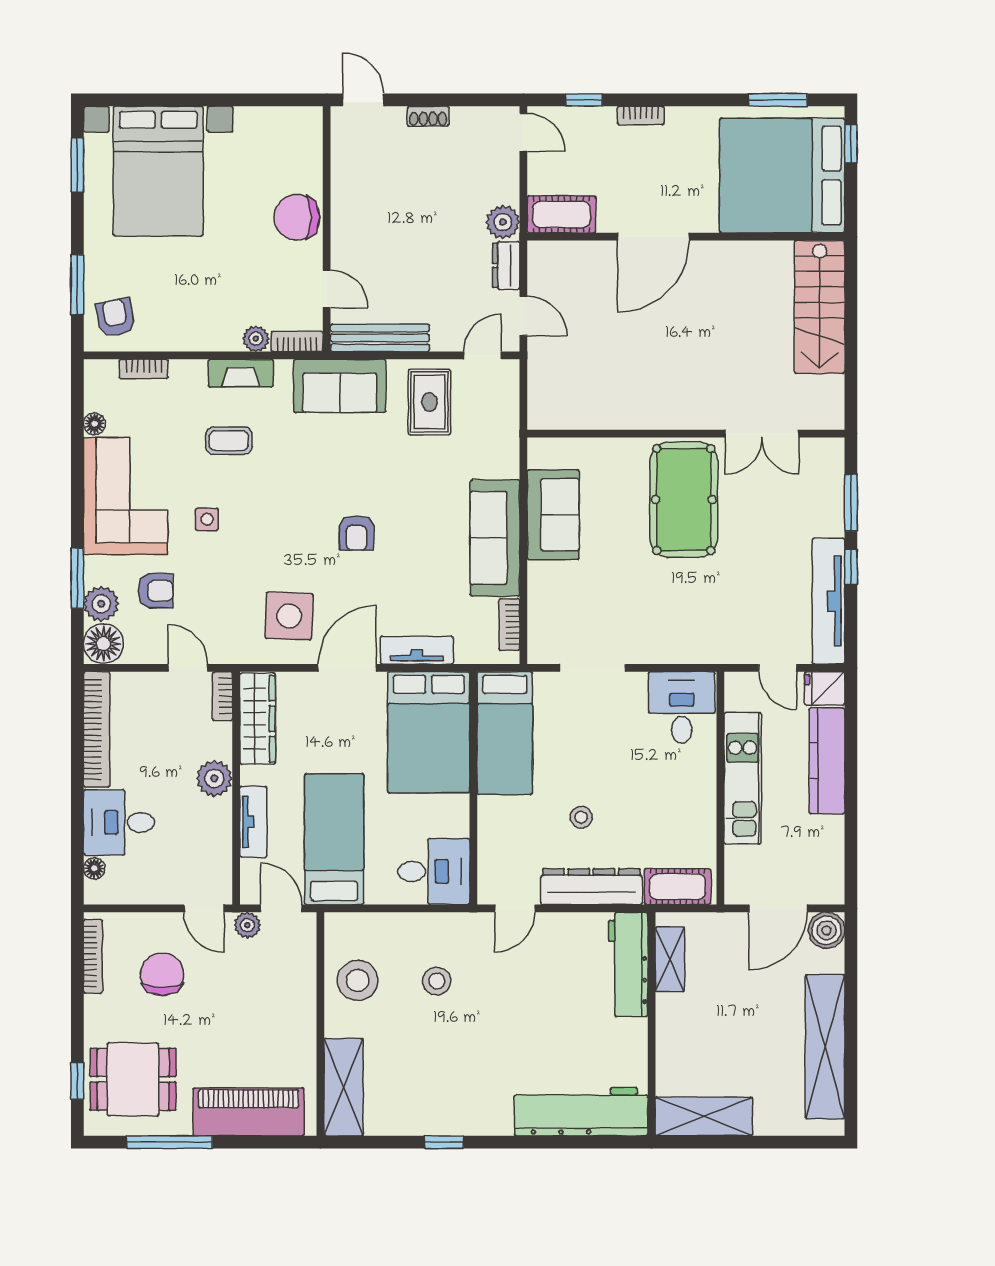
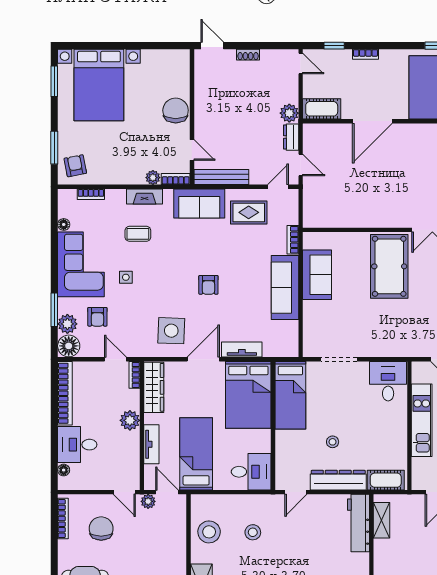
chair: (297, 217) -> (176, 110), turned 90
rug: (429, 402) -> (249, 212), turned 90
armchair: (155, 591) -> (97, 317), turned 90
bookcase: (509, 625) -> (293, 240), moved

